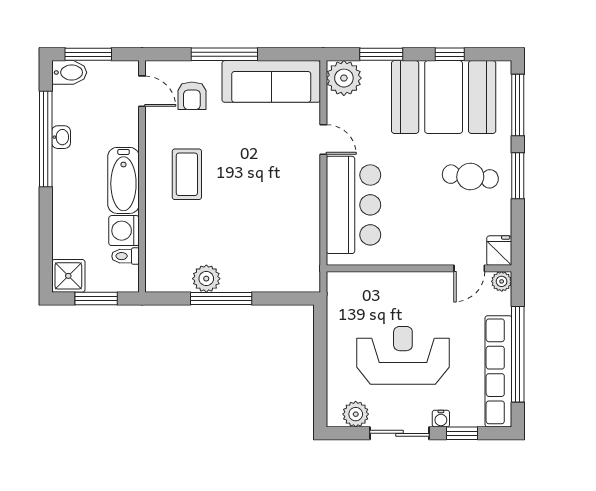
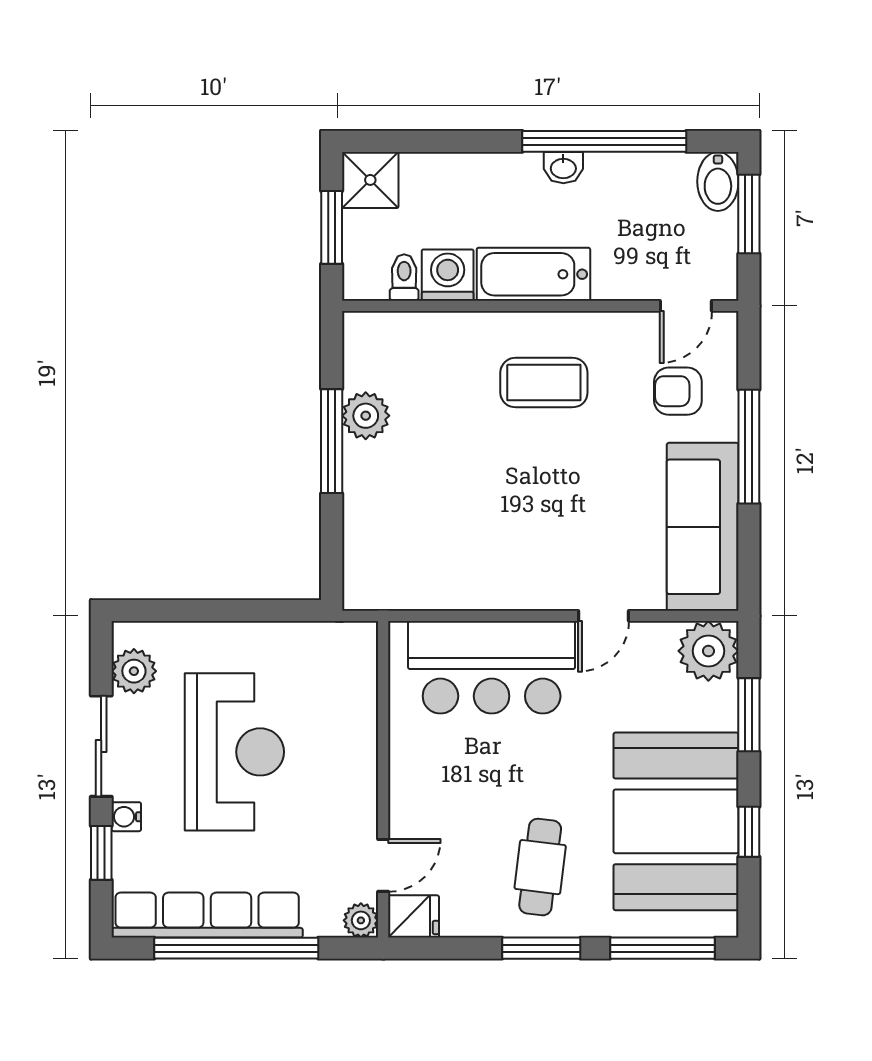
washbasin: (61, 137) -> (563, 168), moved
door: (469, 268) -> (383, 865), swing flipped

